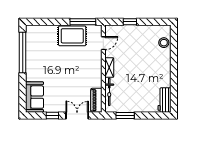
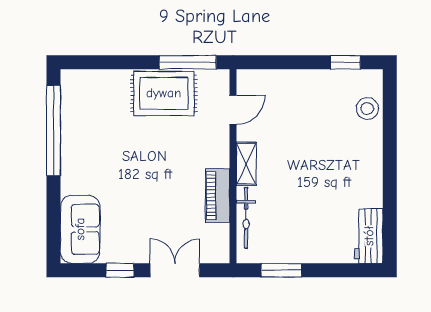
window: (130, 22) -> (346, 62), moved
piano: (96, 100) -> (218, 195), moved

